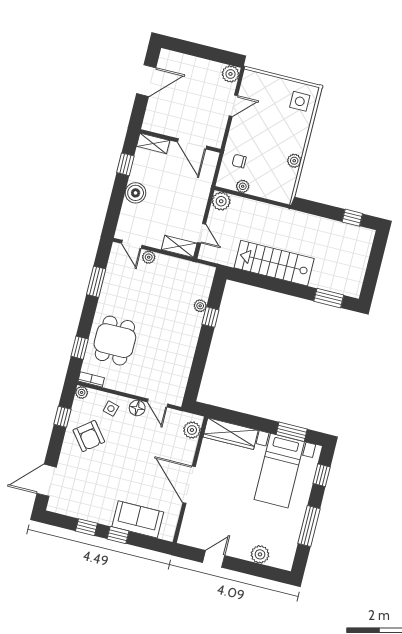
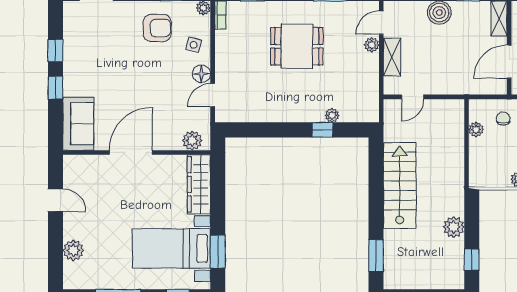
plant: (221, 201) -> (454, 227), moved
shelving: (179, 246) -> (392, 57), moved
dining table: (115, 341) -> (297, 46), moved
armchair: (89, 436) -> (157, 28), turned -142
sofa: (138, 519) -> (78, 124), moved

